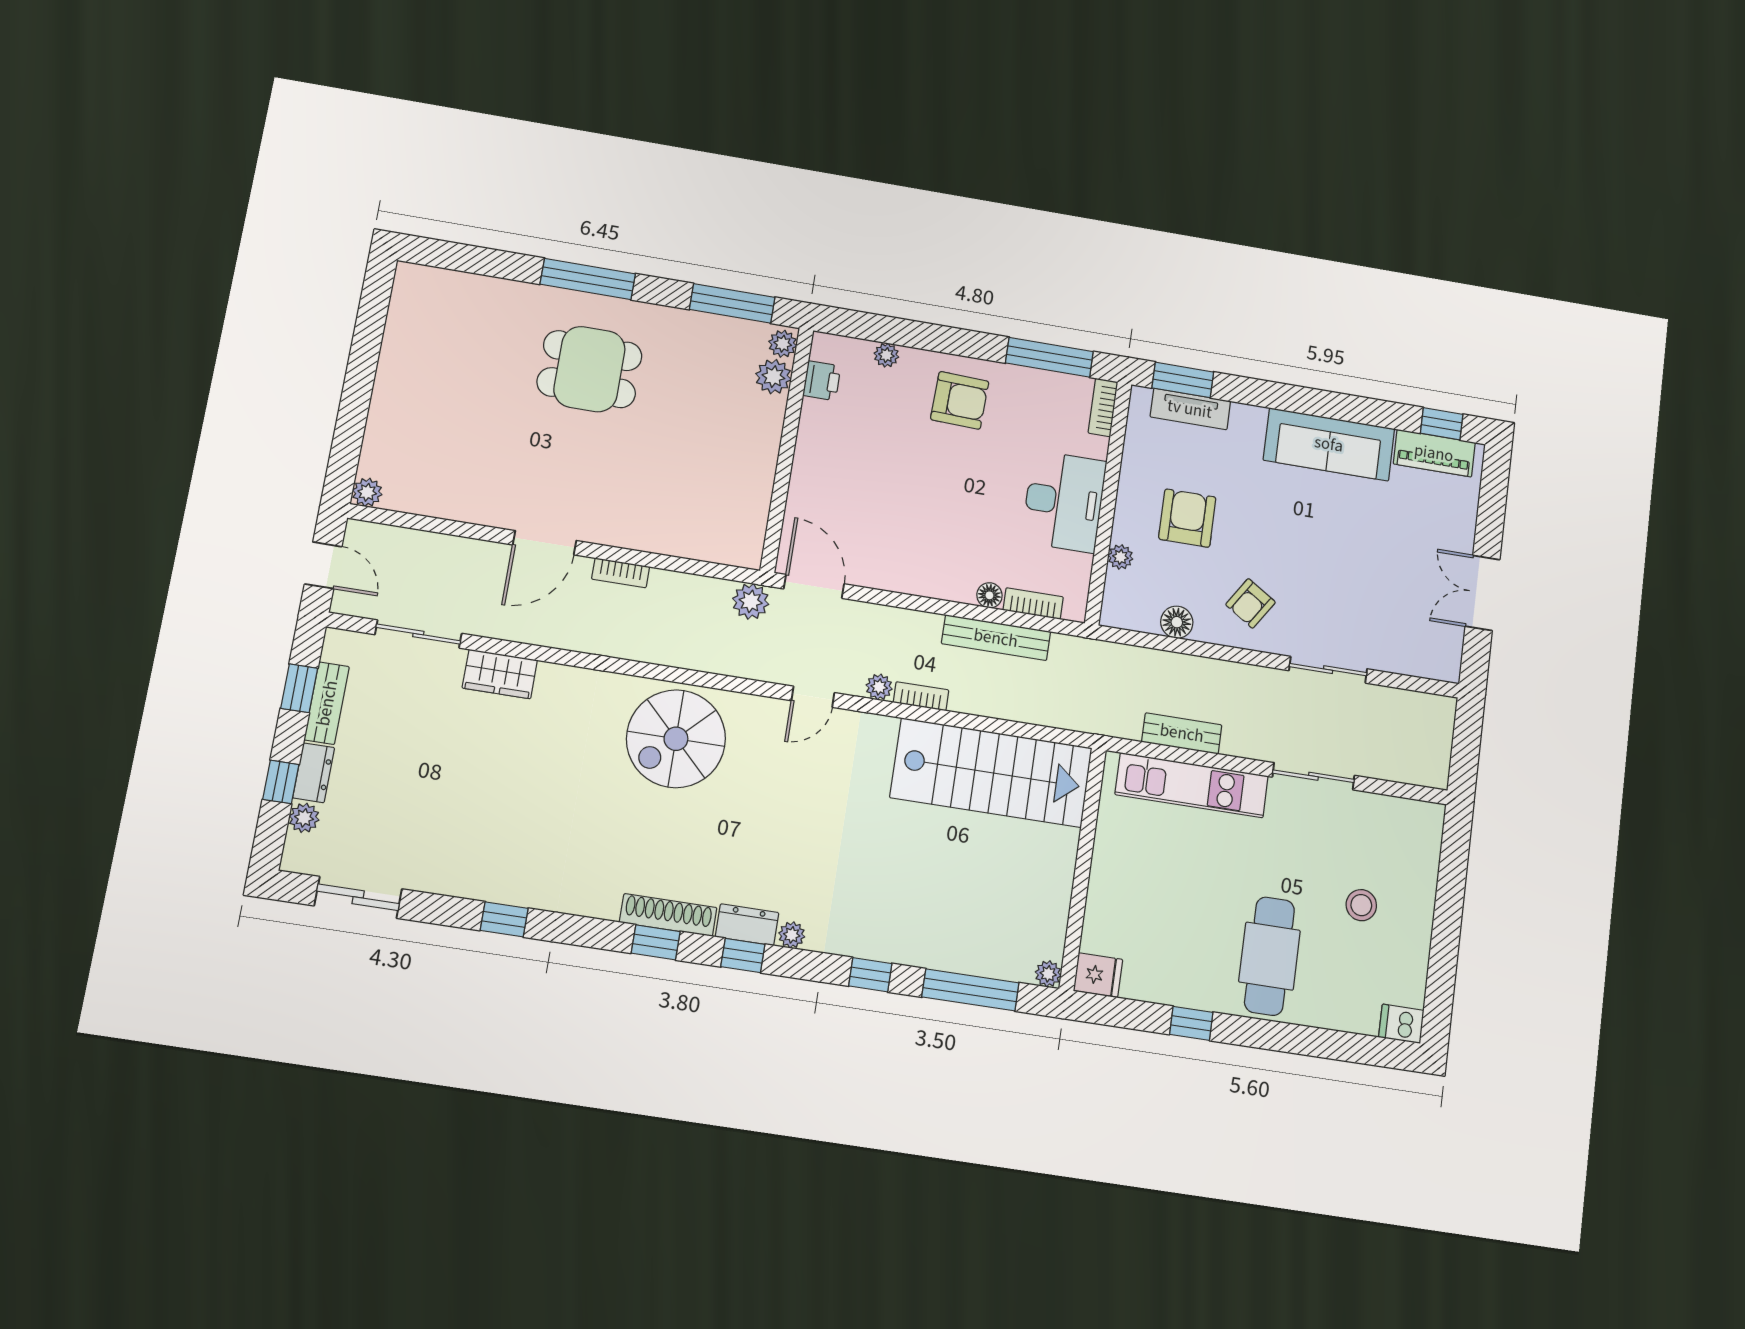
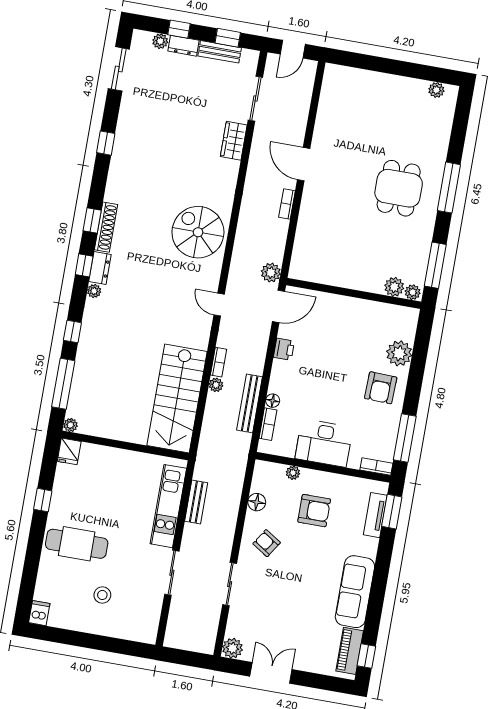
plant: (886, 355) -> (399, 353), width x1.88, depth x1.88
printer: (822, 381) -> (284, 349), moved, turned -90
plant: (367, 492) -> (436, 90), moved
plant: (1443, 663) -> (232, 648), added
plant: (879, 687) -> (216, 385), moved

